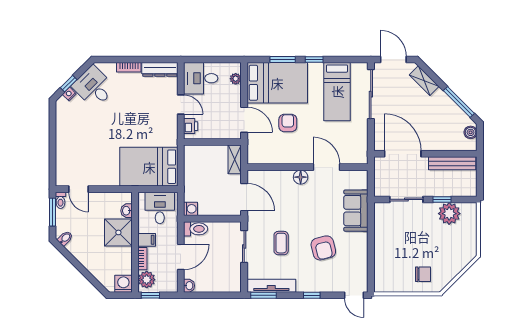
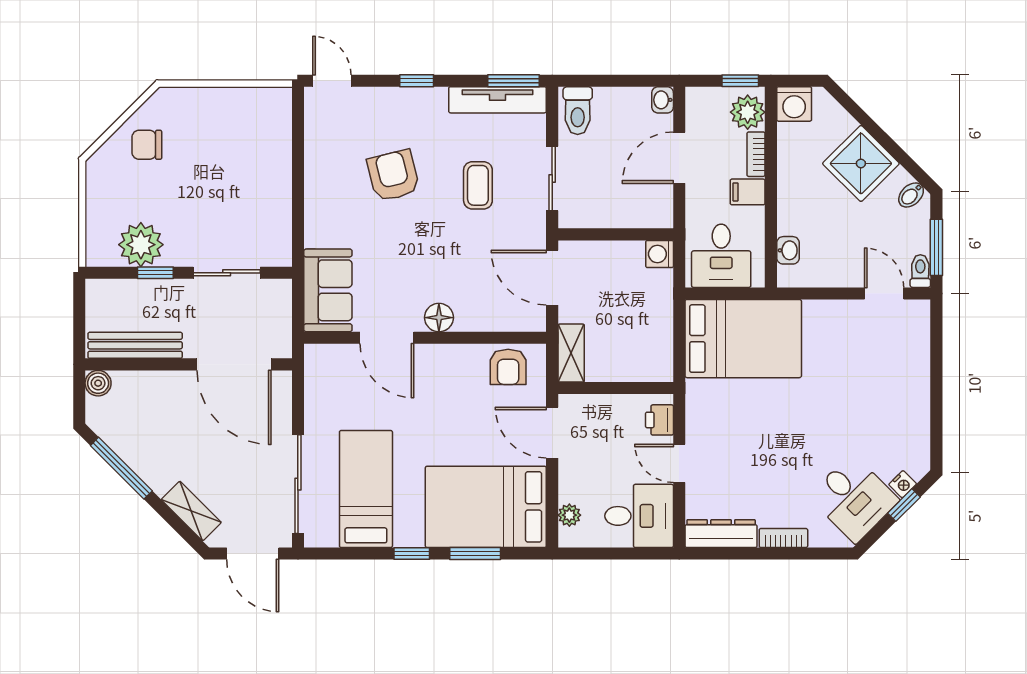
armchair: (288, 123) -> (508, 367), moved
boiler: (471, 132) -> (98, 383), moved
sofa: (356, 211) -> (328, 290), moved
toilet: (196, 229) -> (578, 111), moved, turned -90
shower: (118, 232) -> (861, 163), moved, turned 45
chair: (423, 274) -> (147, 145), moved

